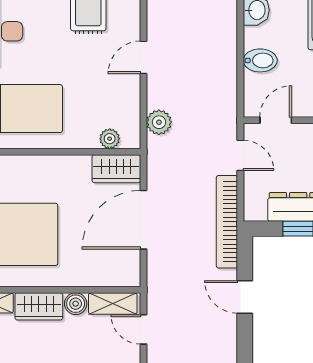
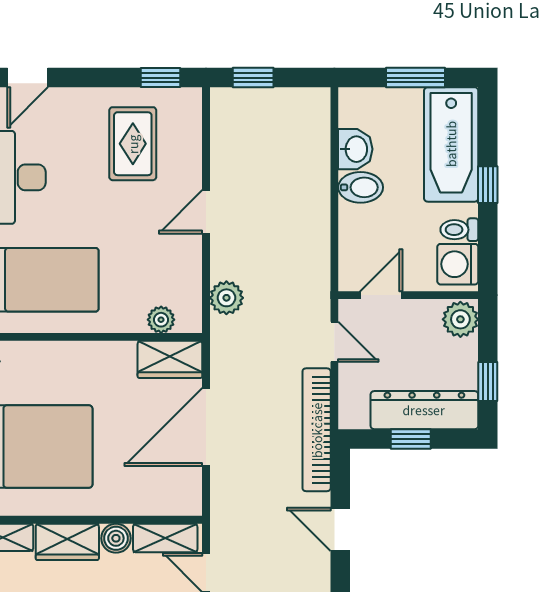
bidet: (260, 60) -> (361, 187), moved

